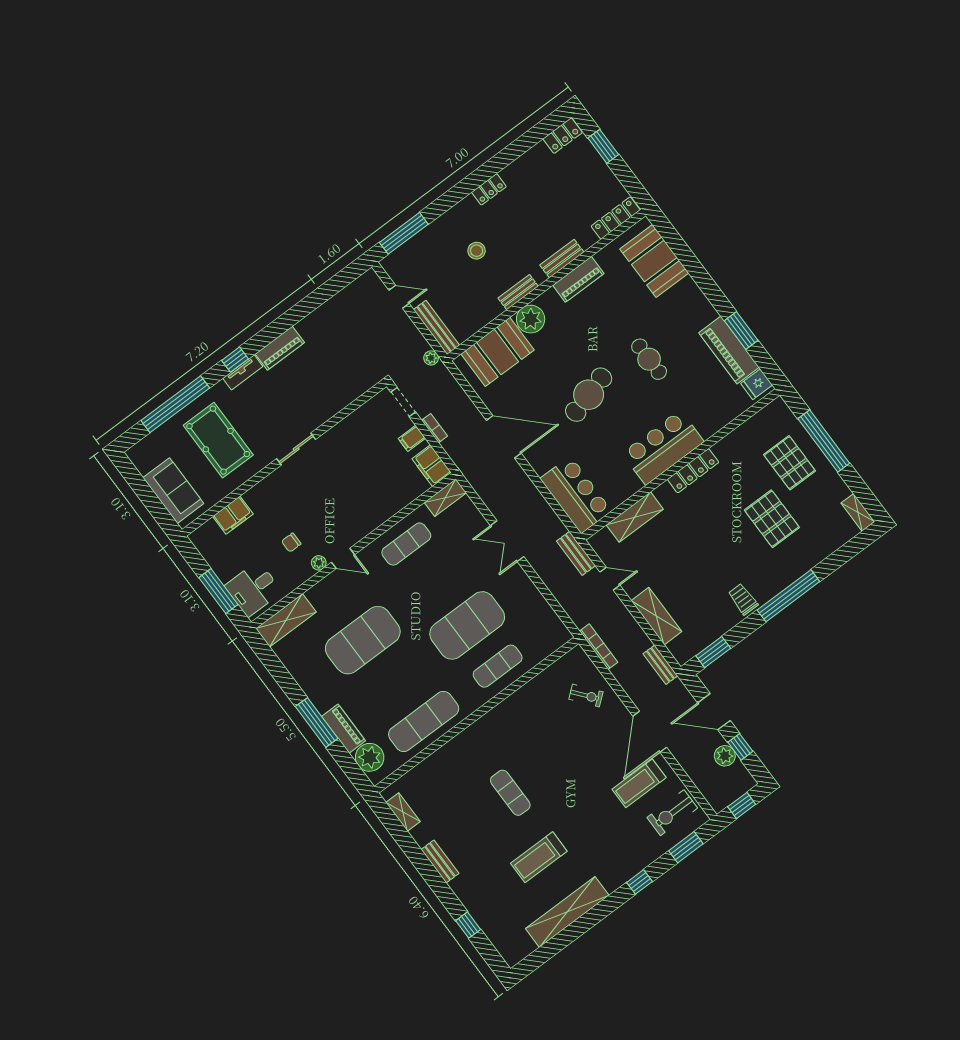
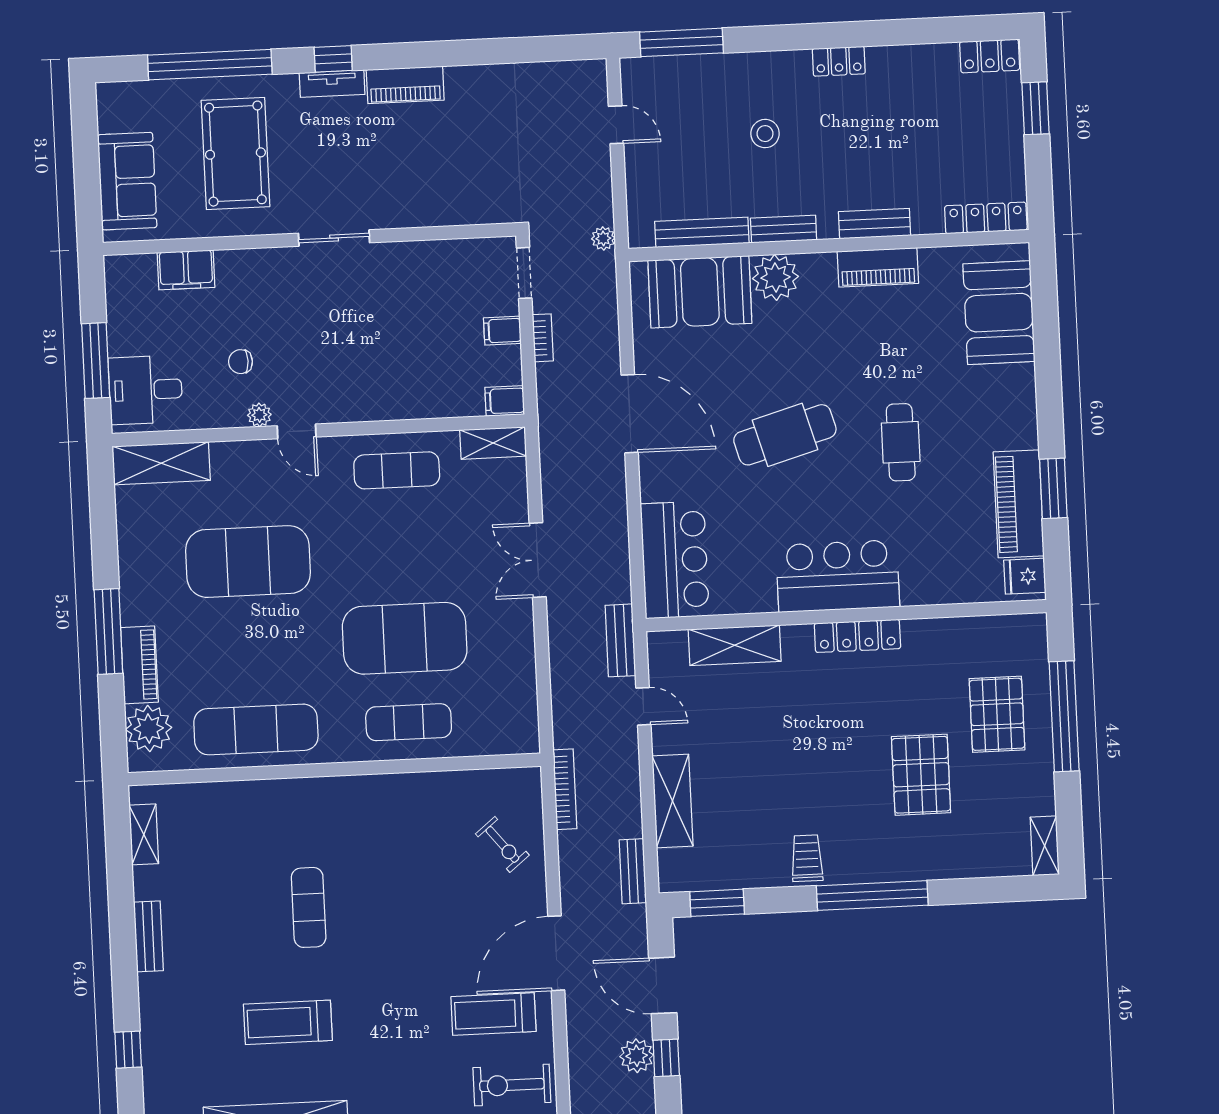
bench: (436, 327) -> (702, 232), moved, turned 90
filing cabinet: (432, 466) -> (505, 401), width x0.50

